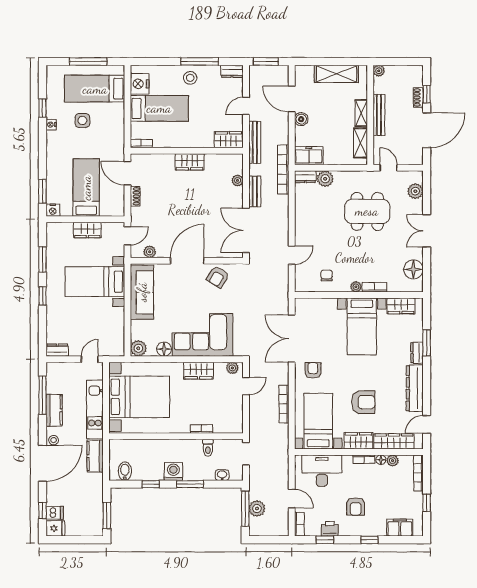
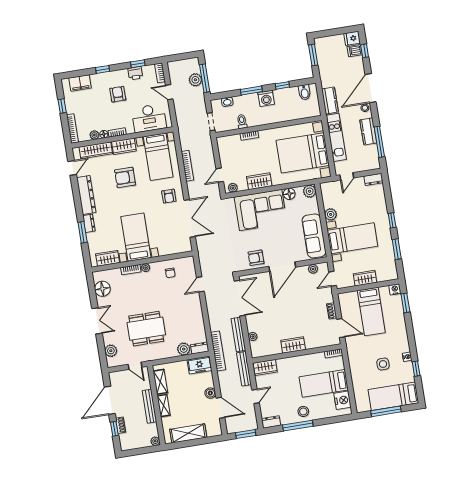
bed: (95, 89) -> (393, 396), moved, turned 180
bench: (255, 191) -> (238, 334), width x1.36
armchair: (218, 277) -> (256, 258), turned -122
plant: (117, 315) -> (331, 214), added

